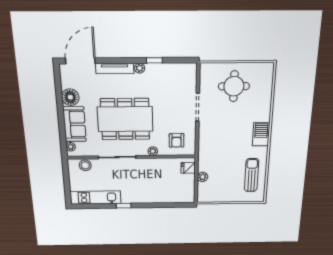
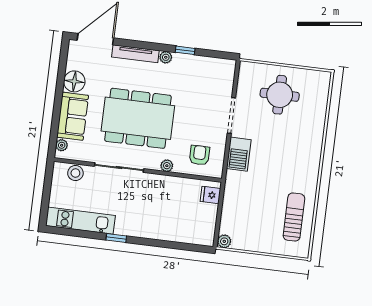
barbecue: (261, 134) -> (239, 154), moved, turned 180
armchair: (176, 140) -> (199, 155), turned 180
plant: (203, 177) -> (224, 241), moved

